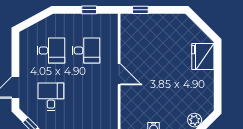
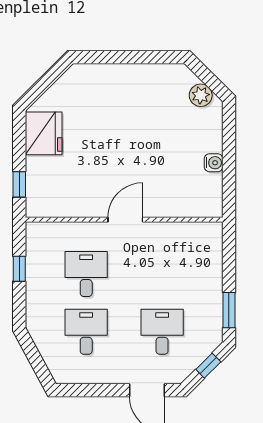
fridge: (203, 56) -> (44, 133), moved, turned -90
desk: (51, 97) -> (162, 332), turned 90

